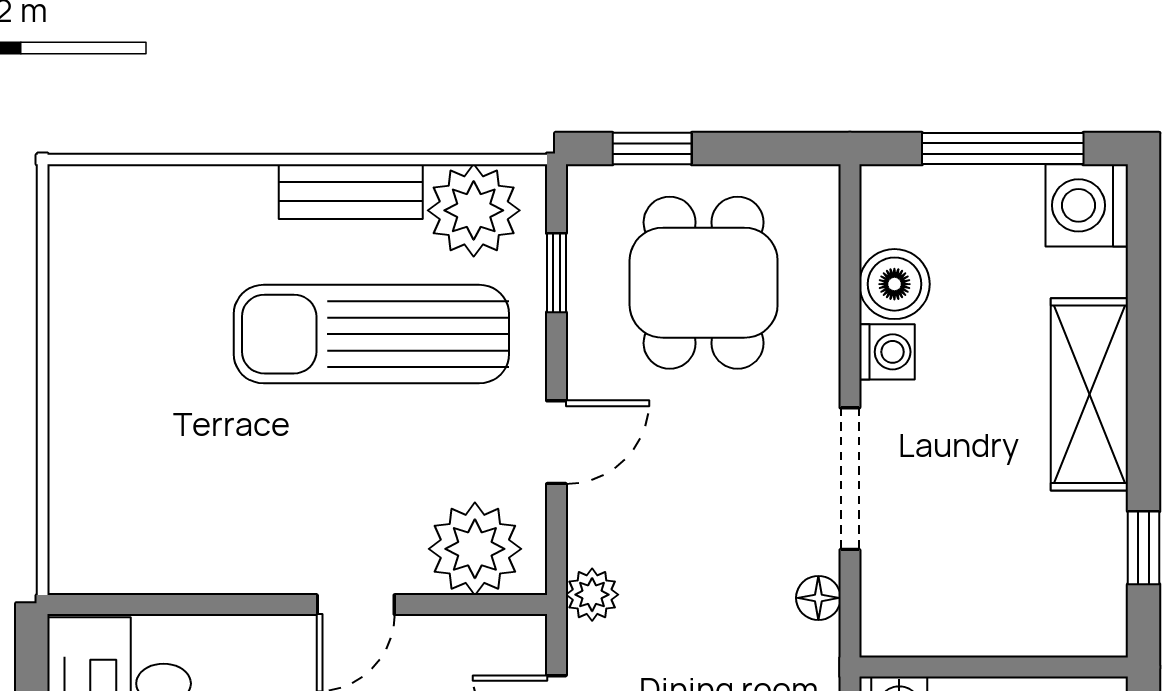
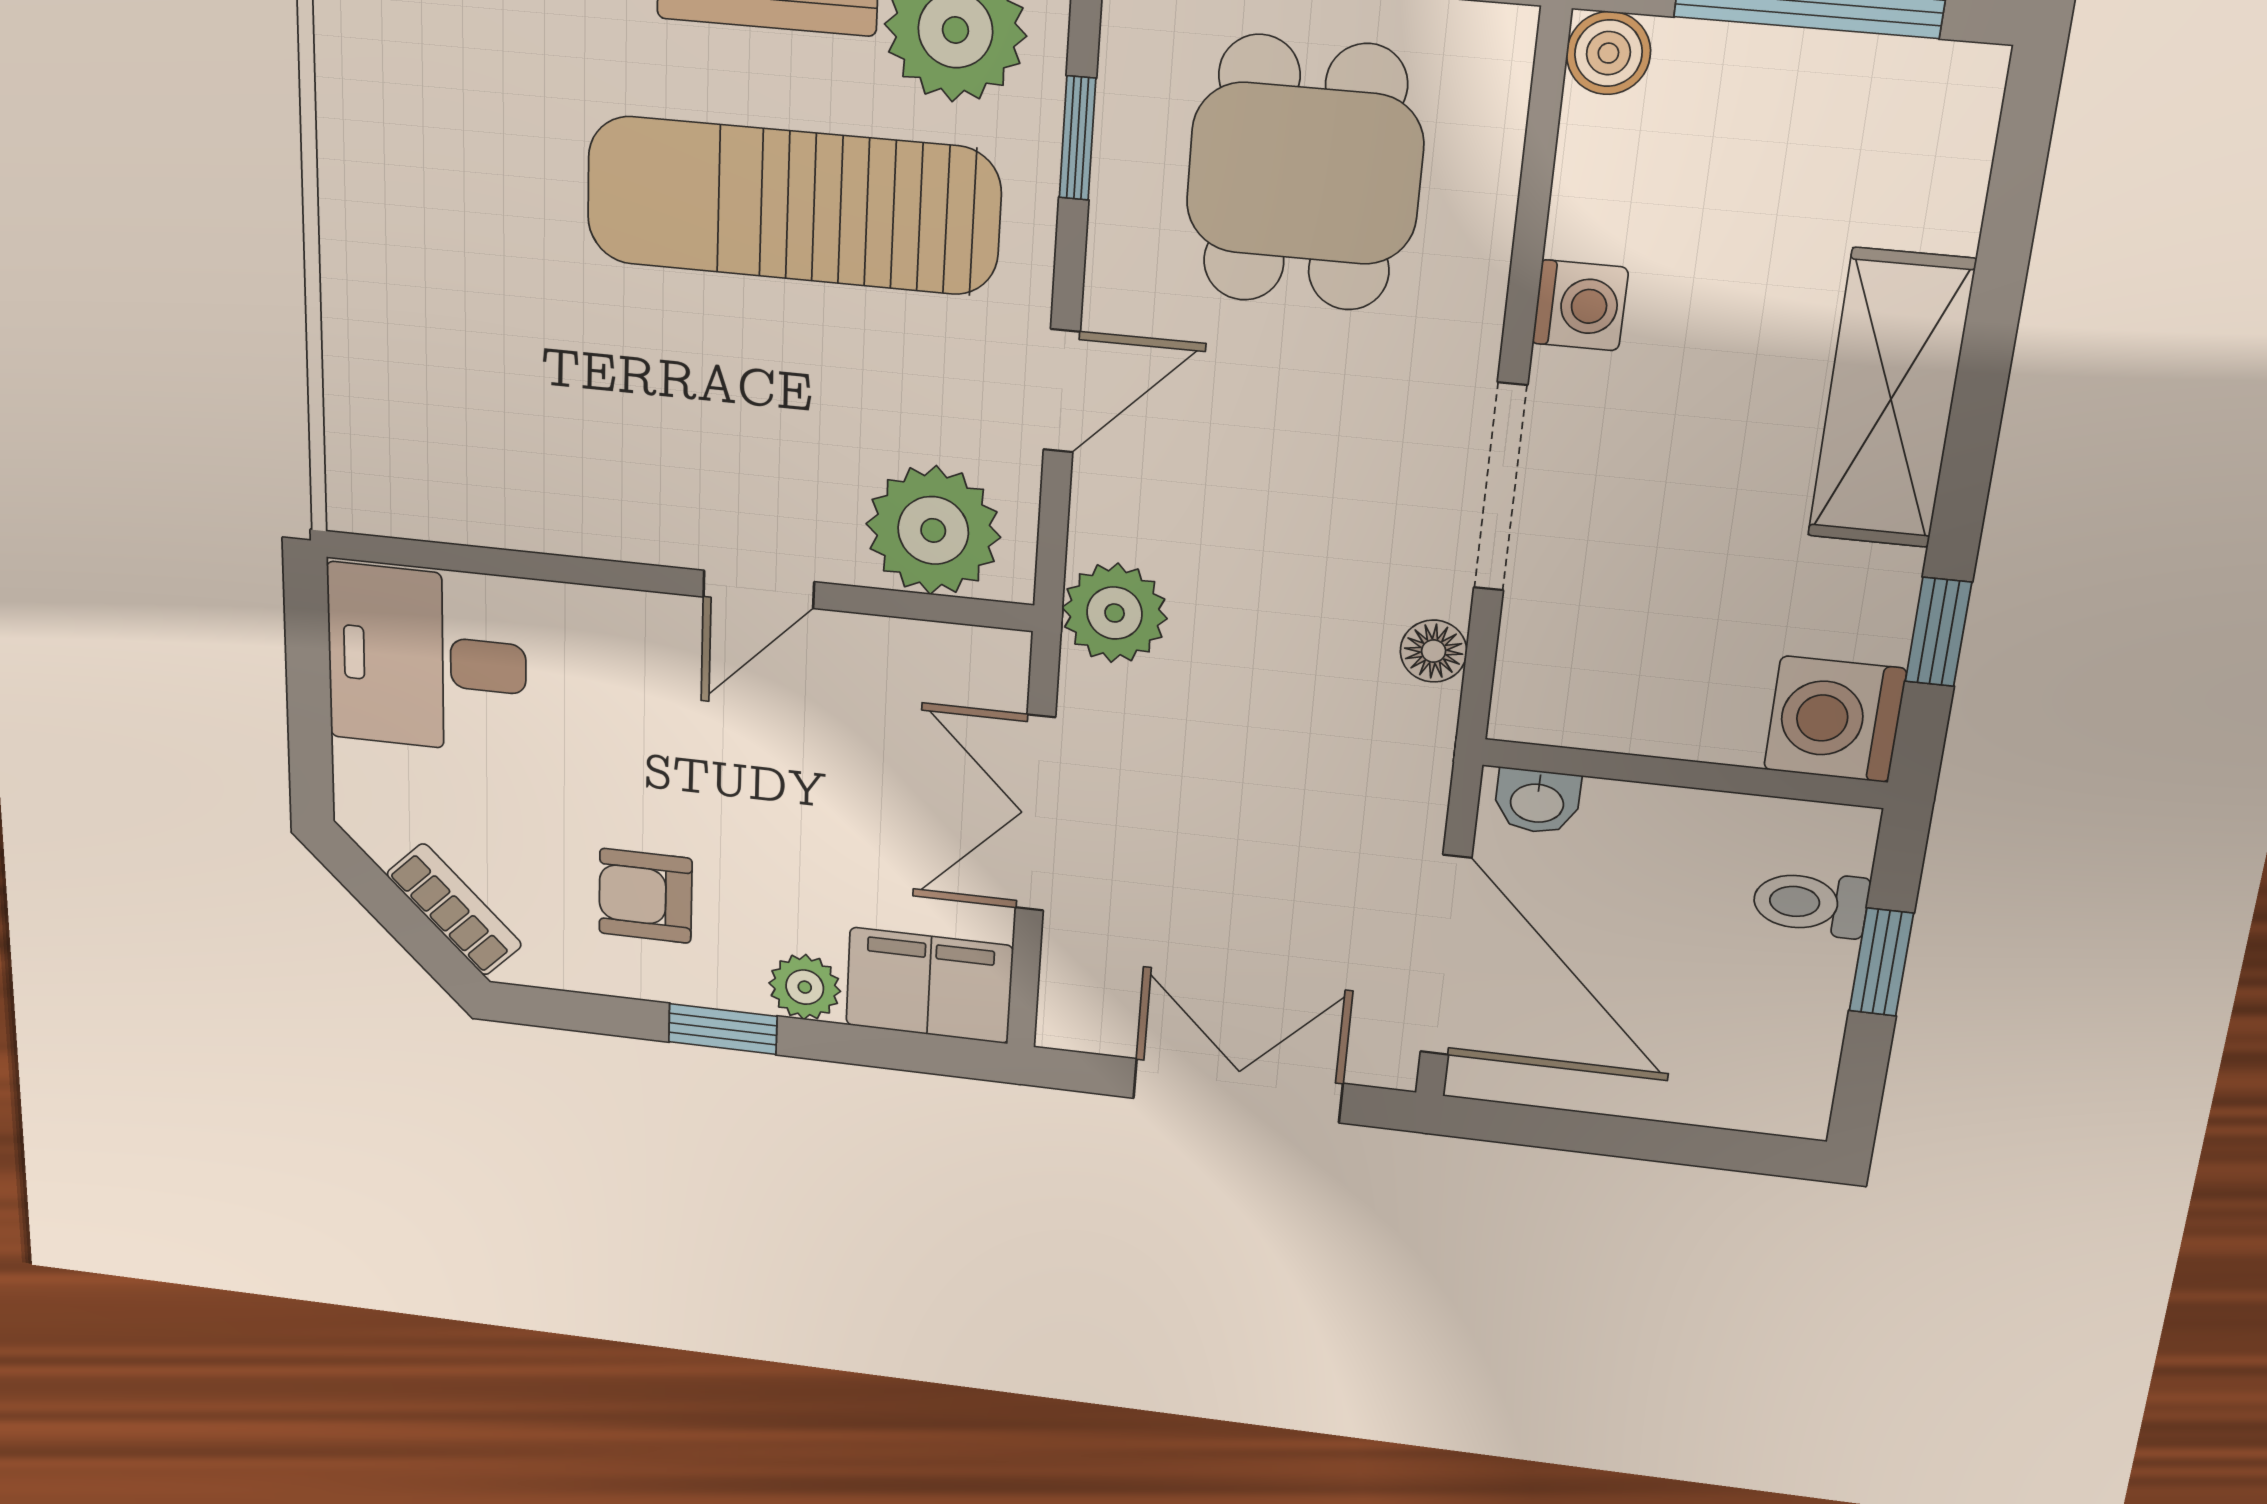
washing machine: (1087, 205) -> (1835, 719), moved
boiler: (894, 284) -> (1608, 53), moved, width x0.73, depth x0.73
plant: (592, 595) -> (1115, 613), width x1.38, depth x1.38

